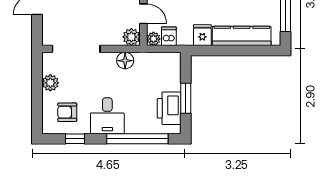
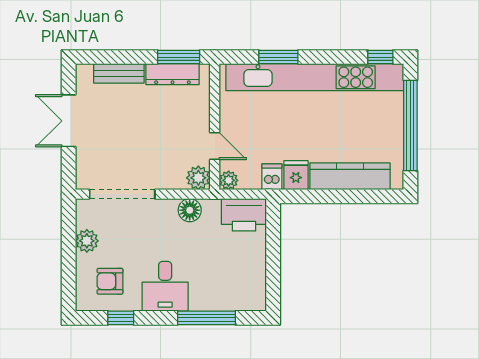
dishwasher: (169, 36) -> (272, 177), moved
window: (186, 98) -> (273, 262), removed
printer: (169, 108) -> (244, 215), moved, turned -90
window: (137, 139) -> (207, 318), width x0.68

